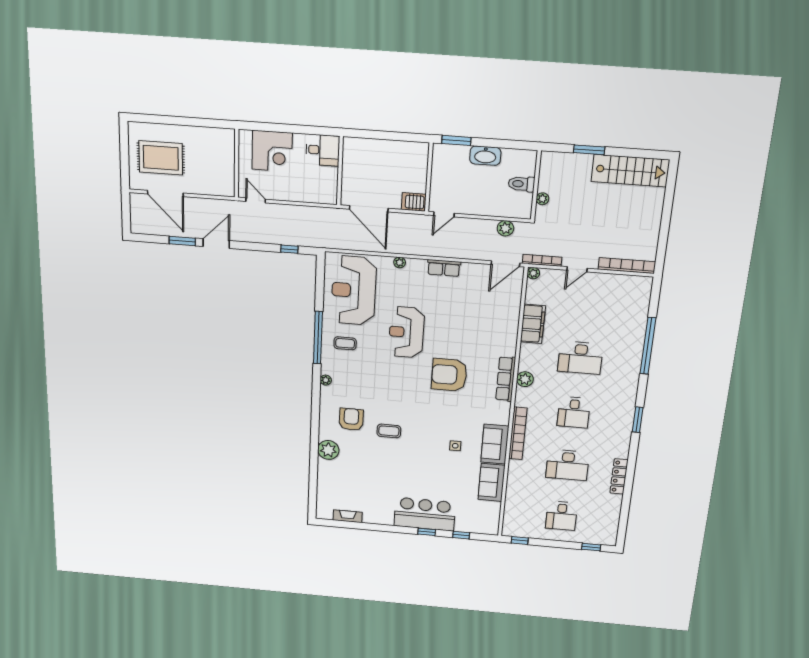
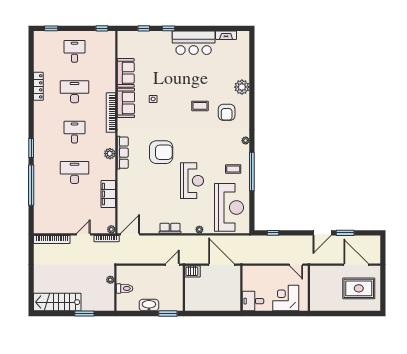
plant: (505, 228) -> (132, 258), removed
window: (638, 420) -> (31, 148), moved
bar counter: (425, 514) -> (194, 43), moved

